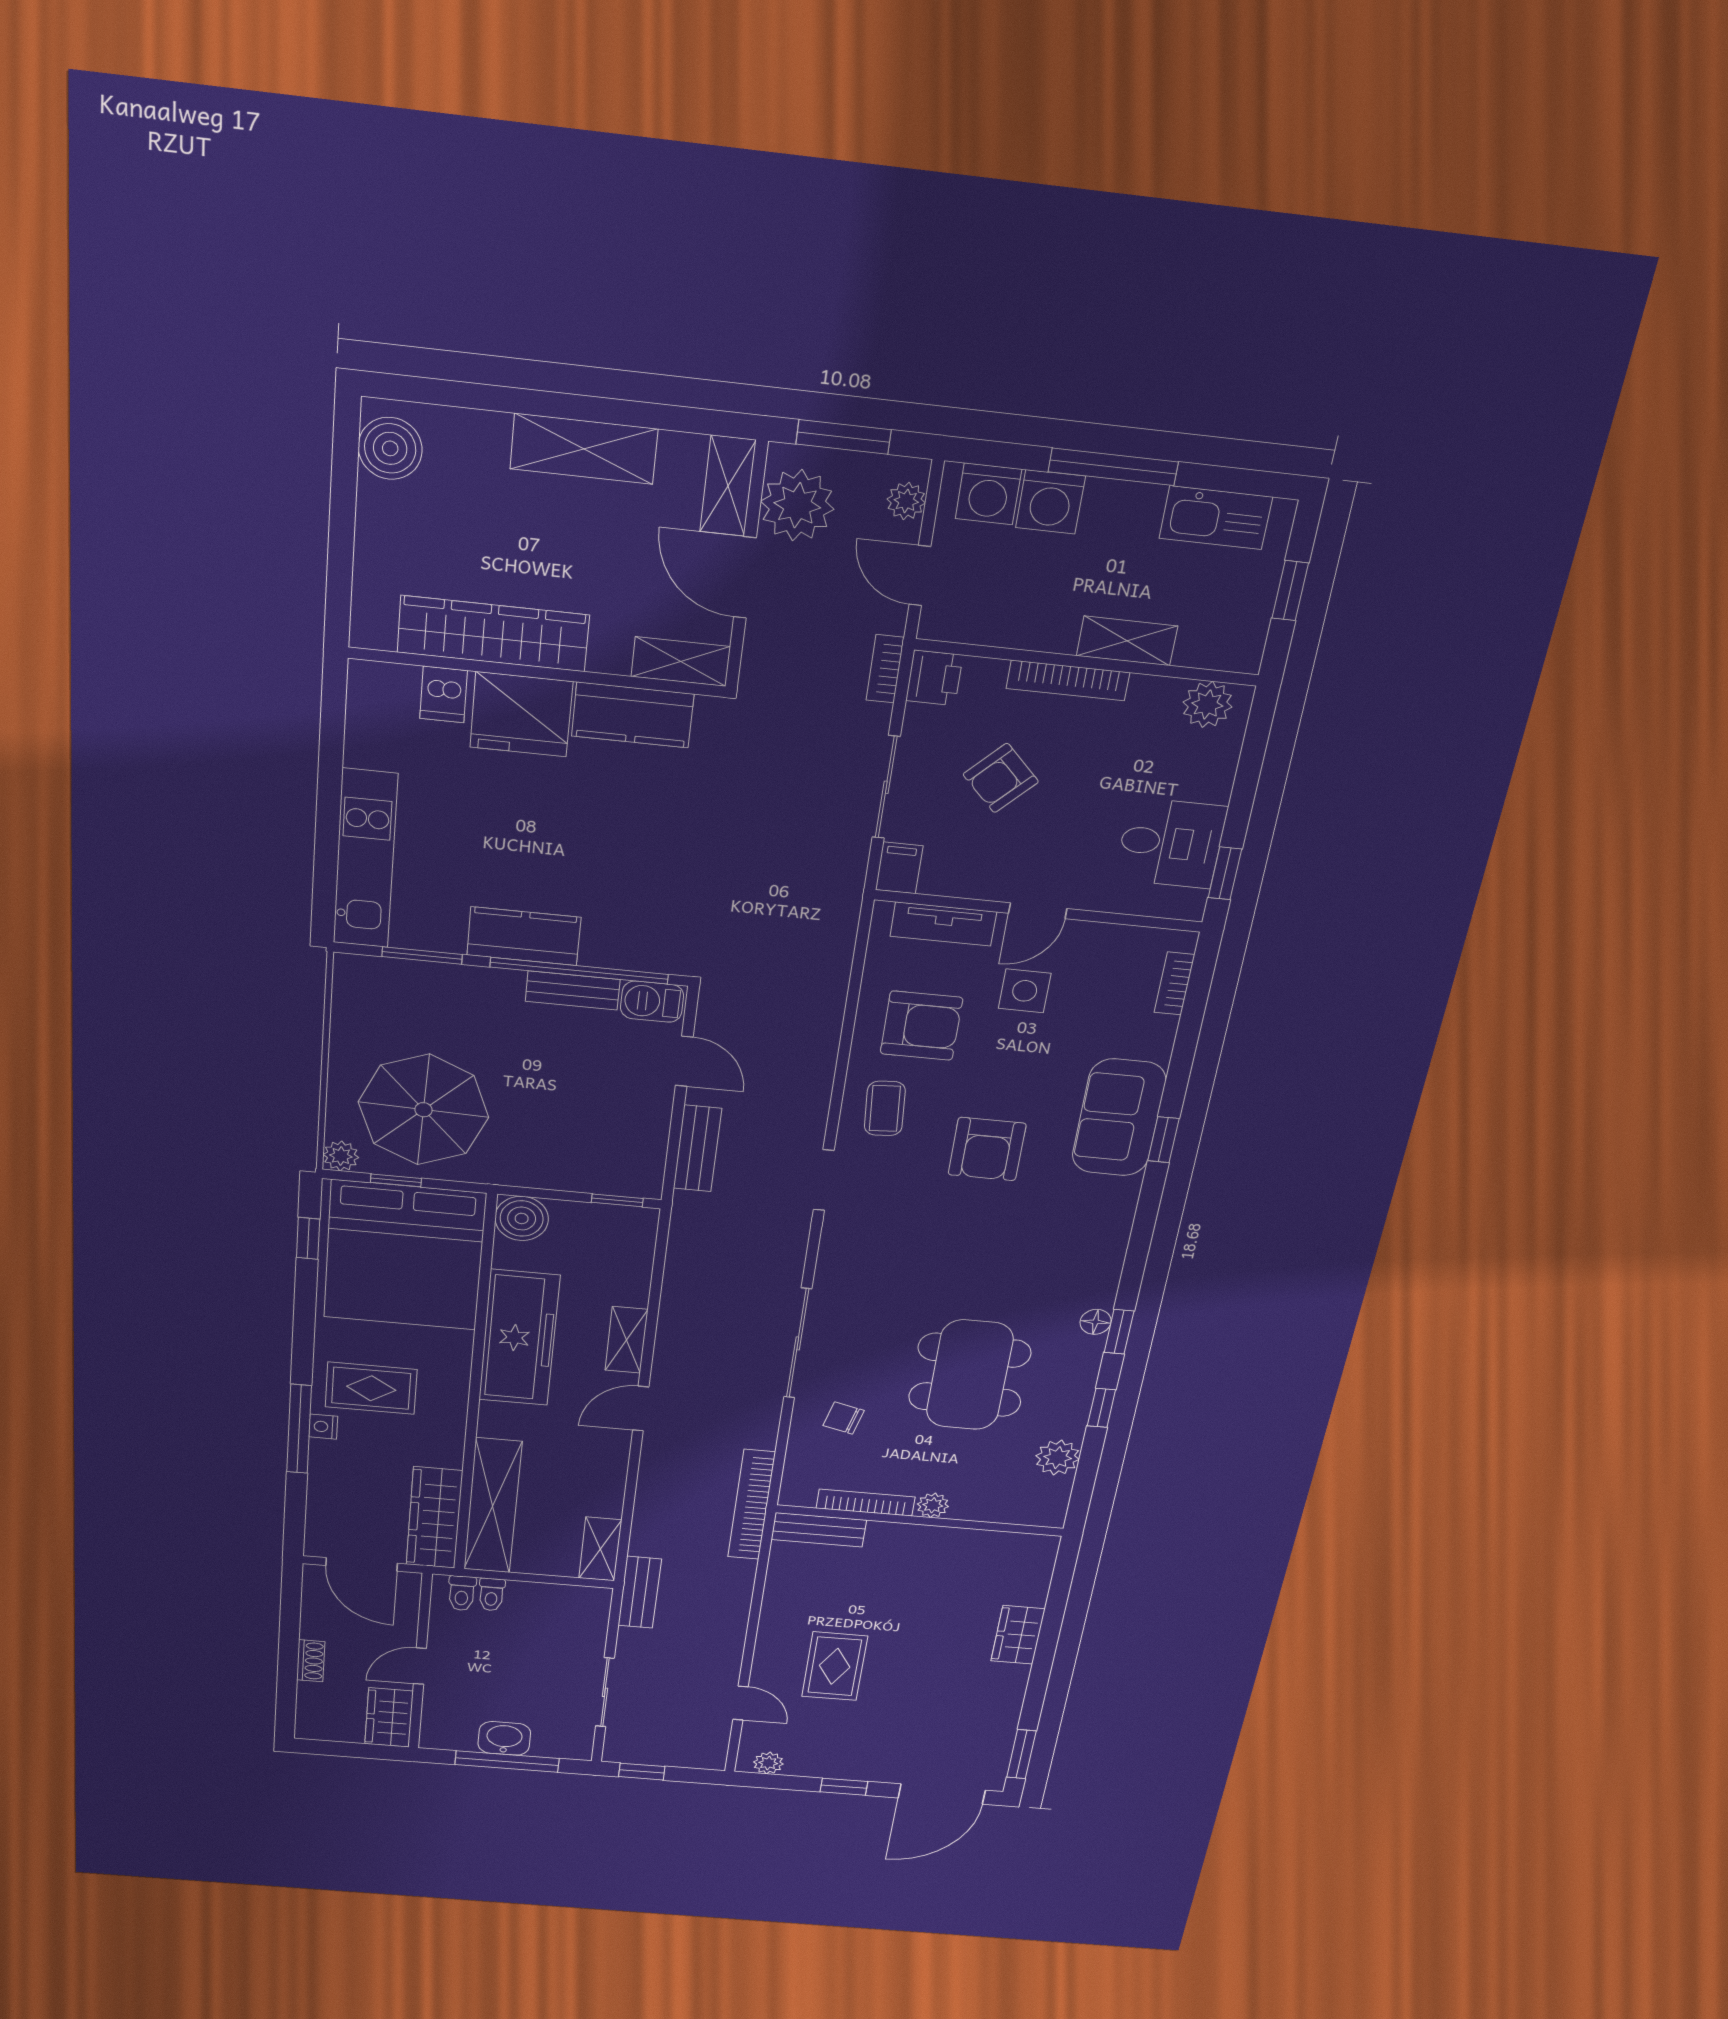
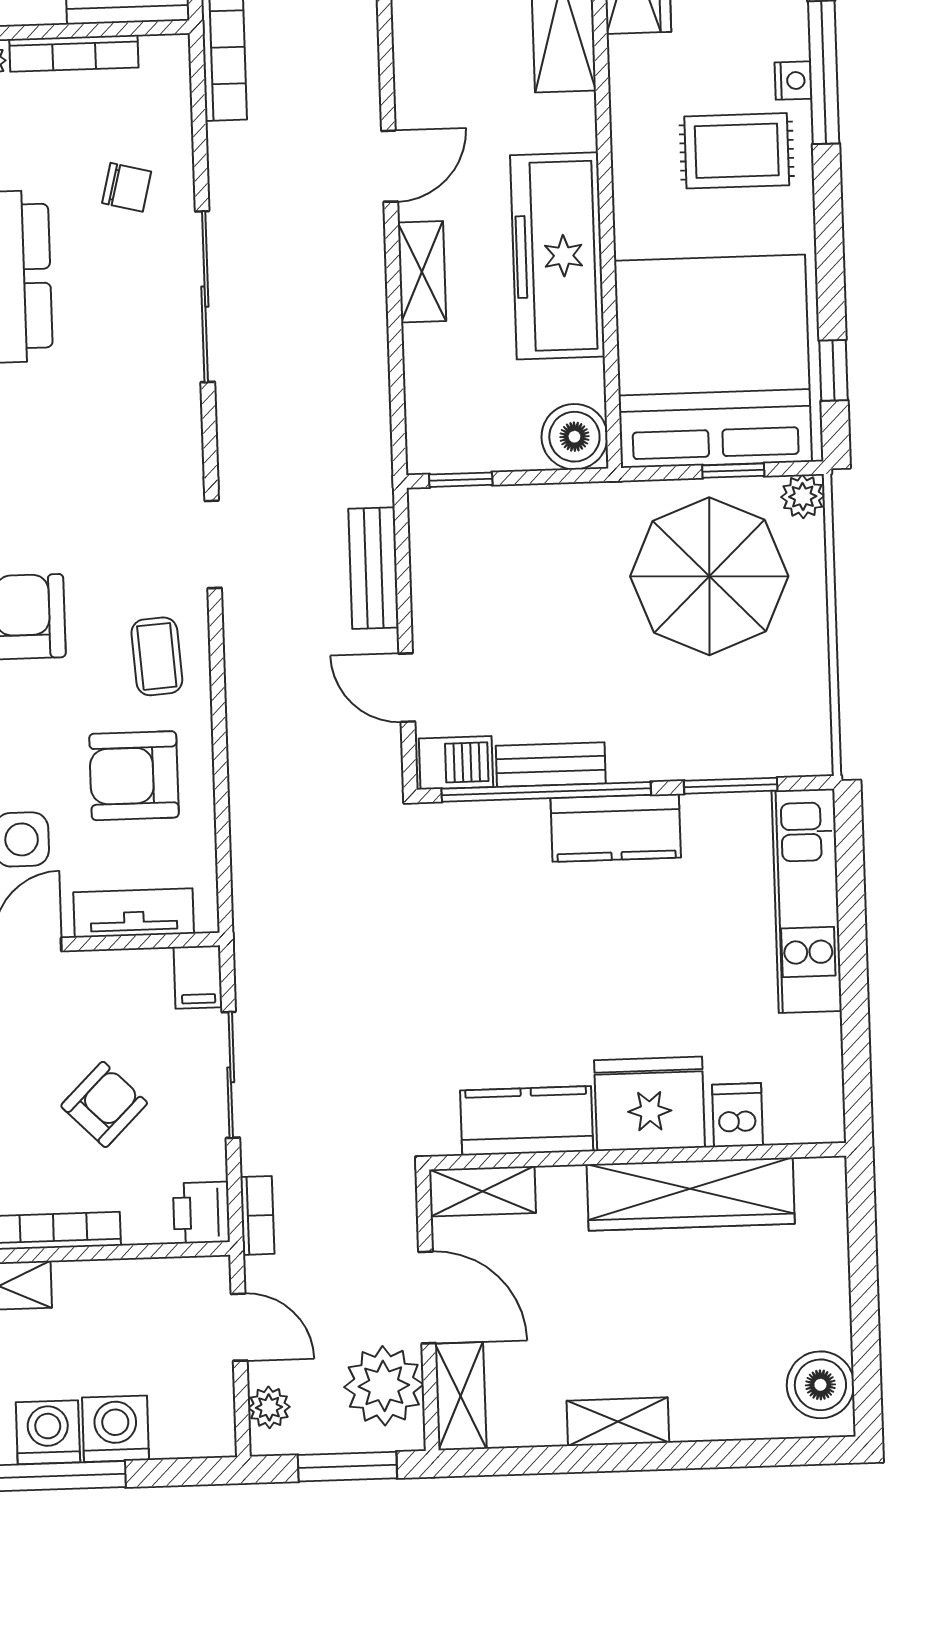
shelving: (584, 449) -> (618, 1422), width x0.67, depth x0.75
washing machine: (988, 494) -> (48, 1432), moved

